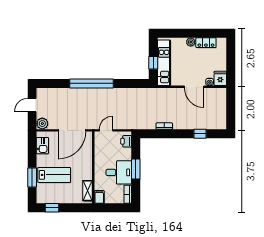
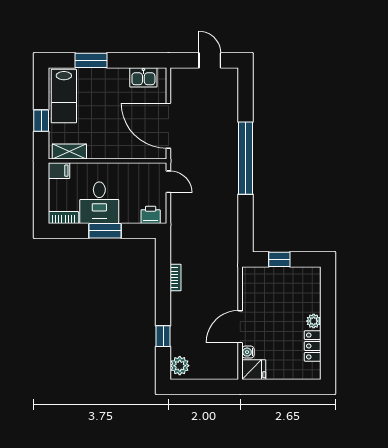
kitchen unit: (164, 63) -> (279, 277), removed
plant: (42, 124) -> (180, 366), moved
lab bench: (54, 175) -> (64, 96), moved
window: (52, 208) -> (41, 121), moved

